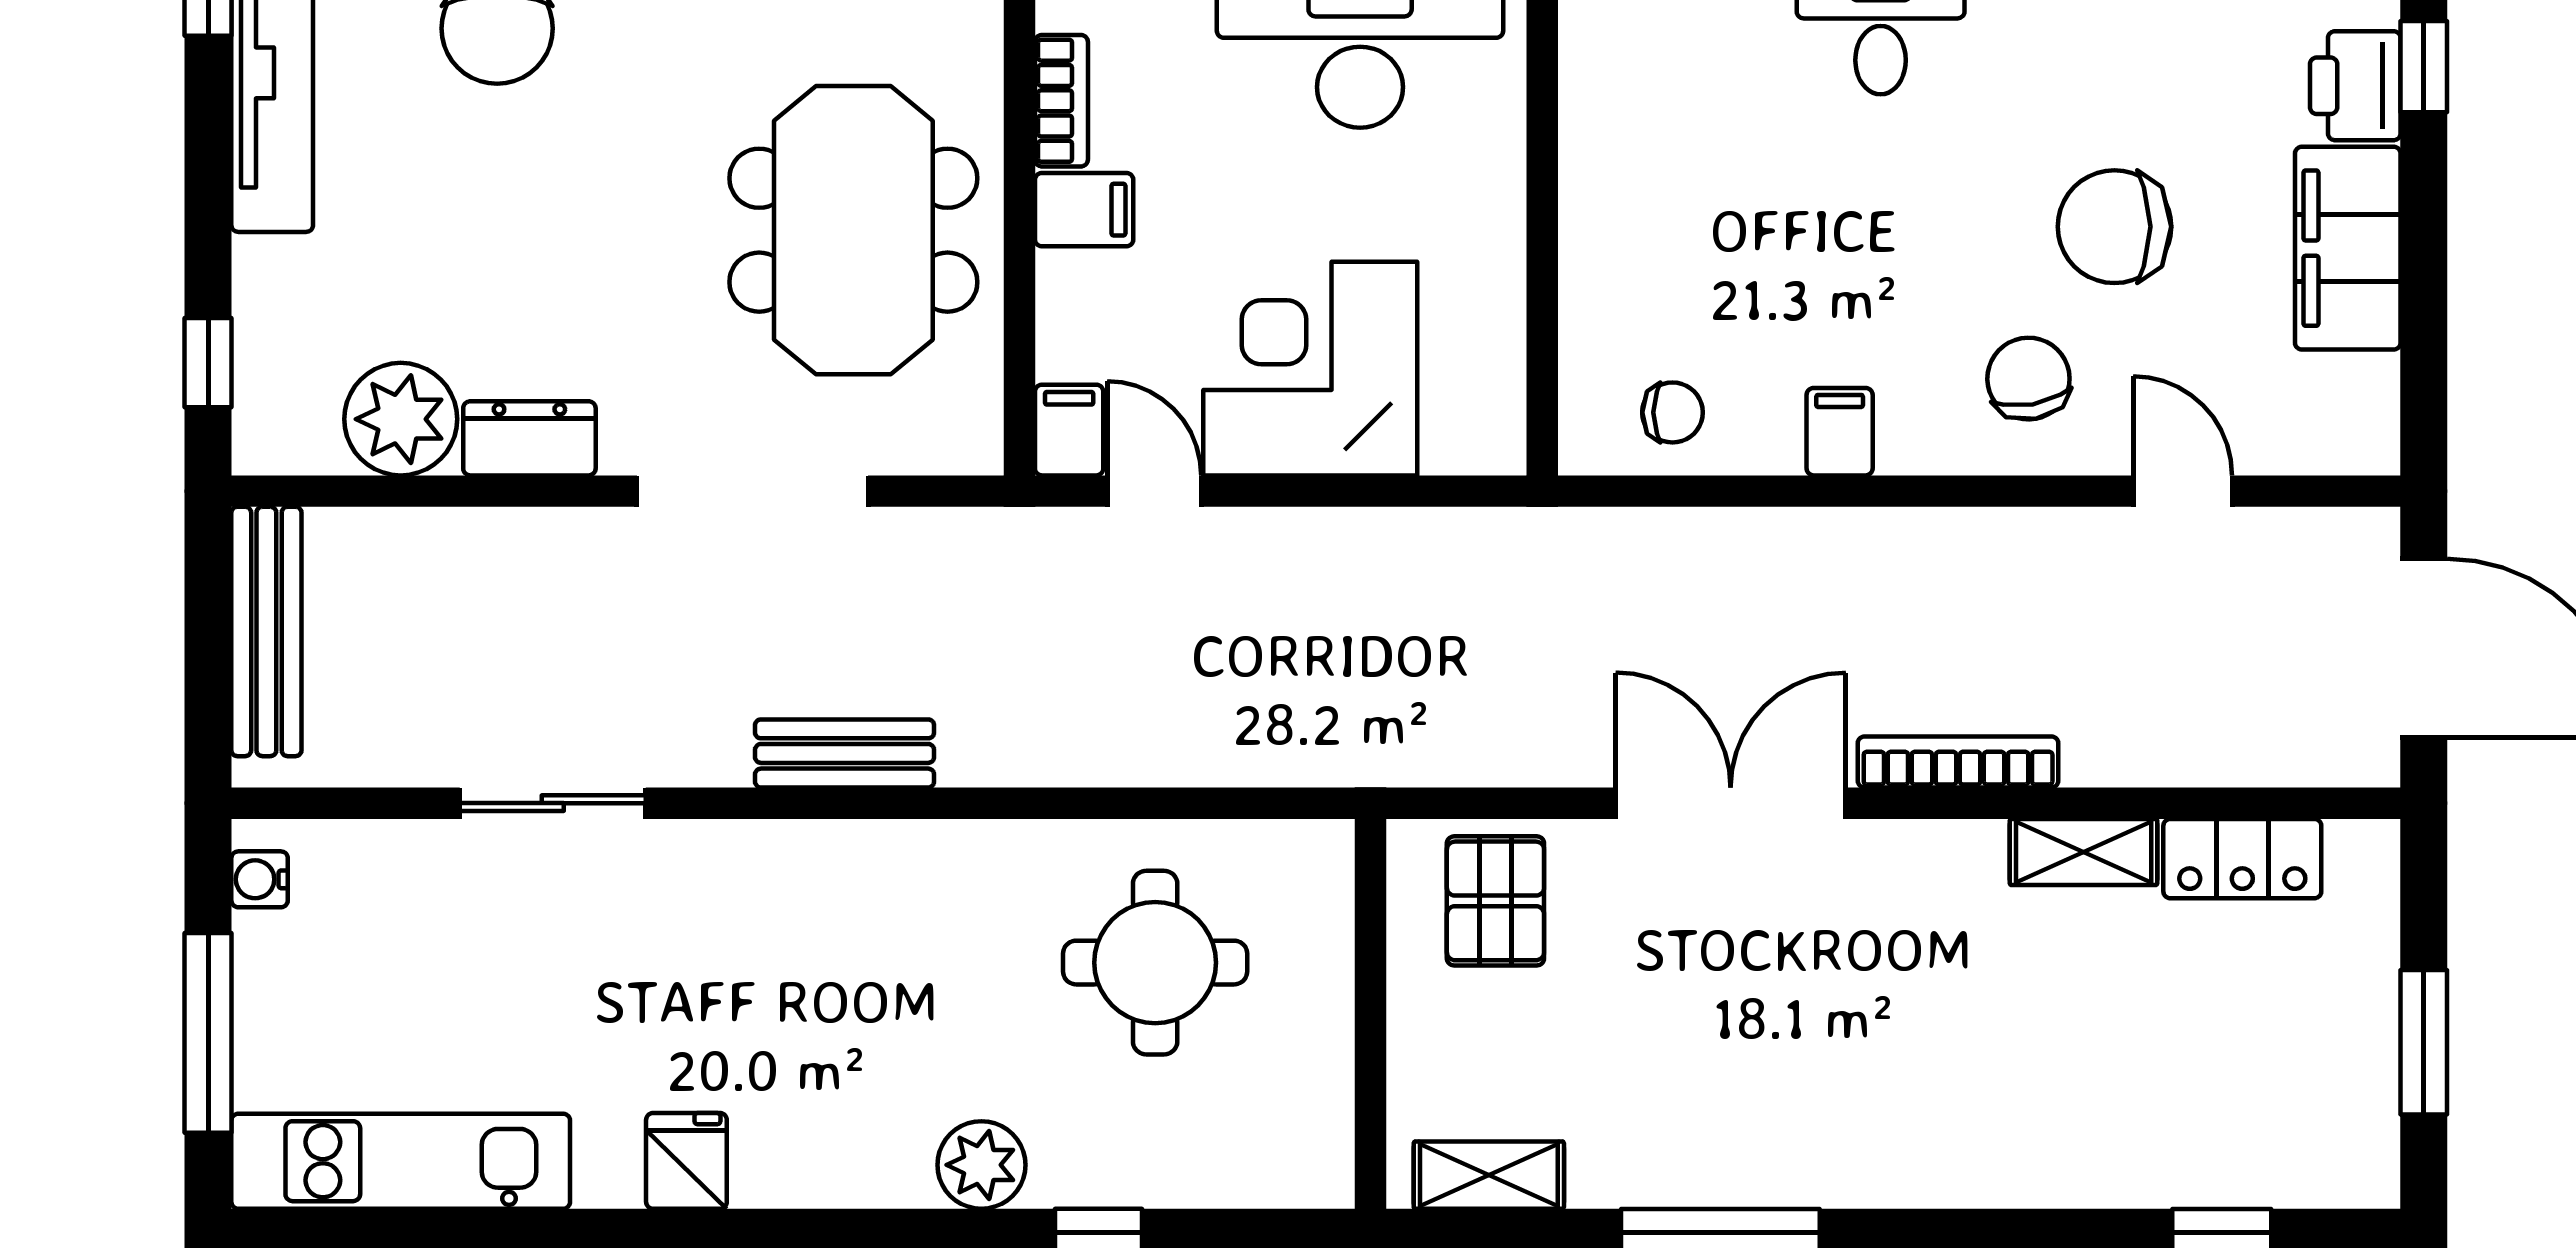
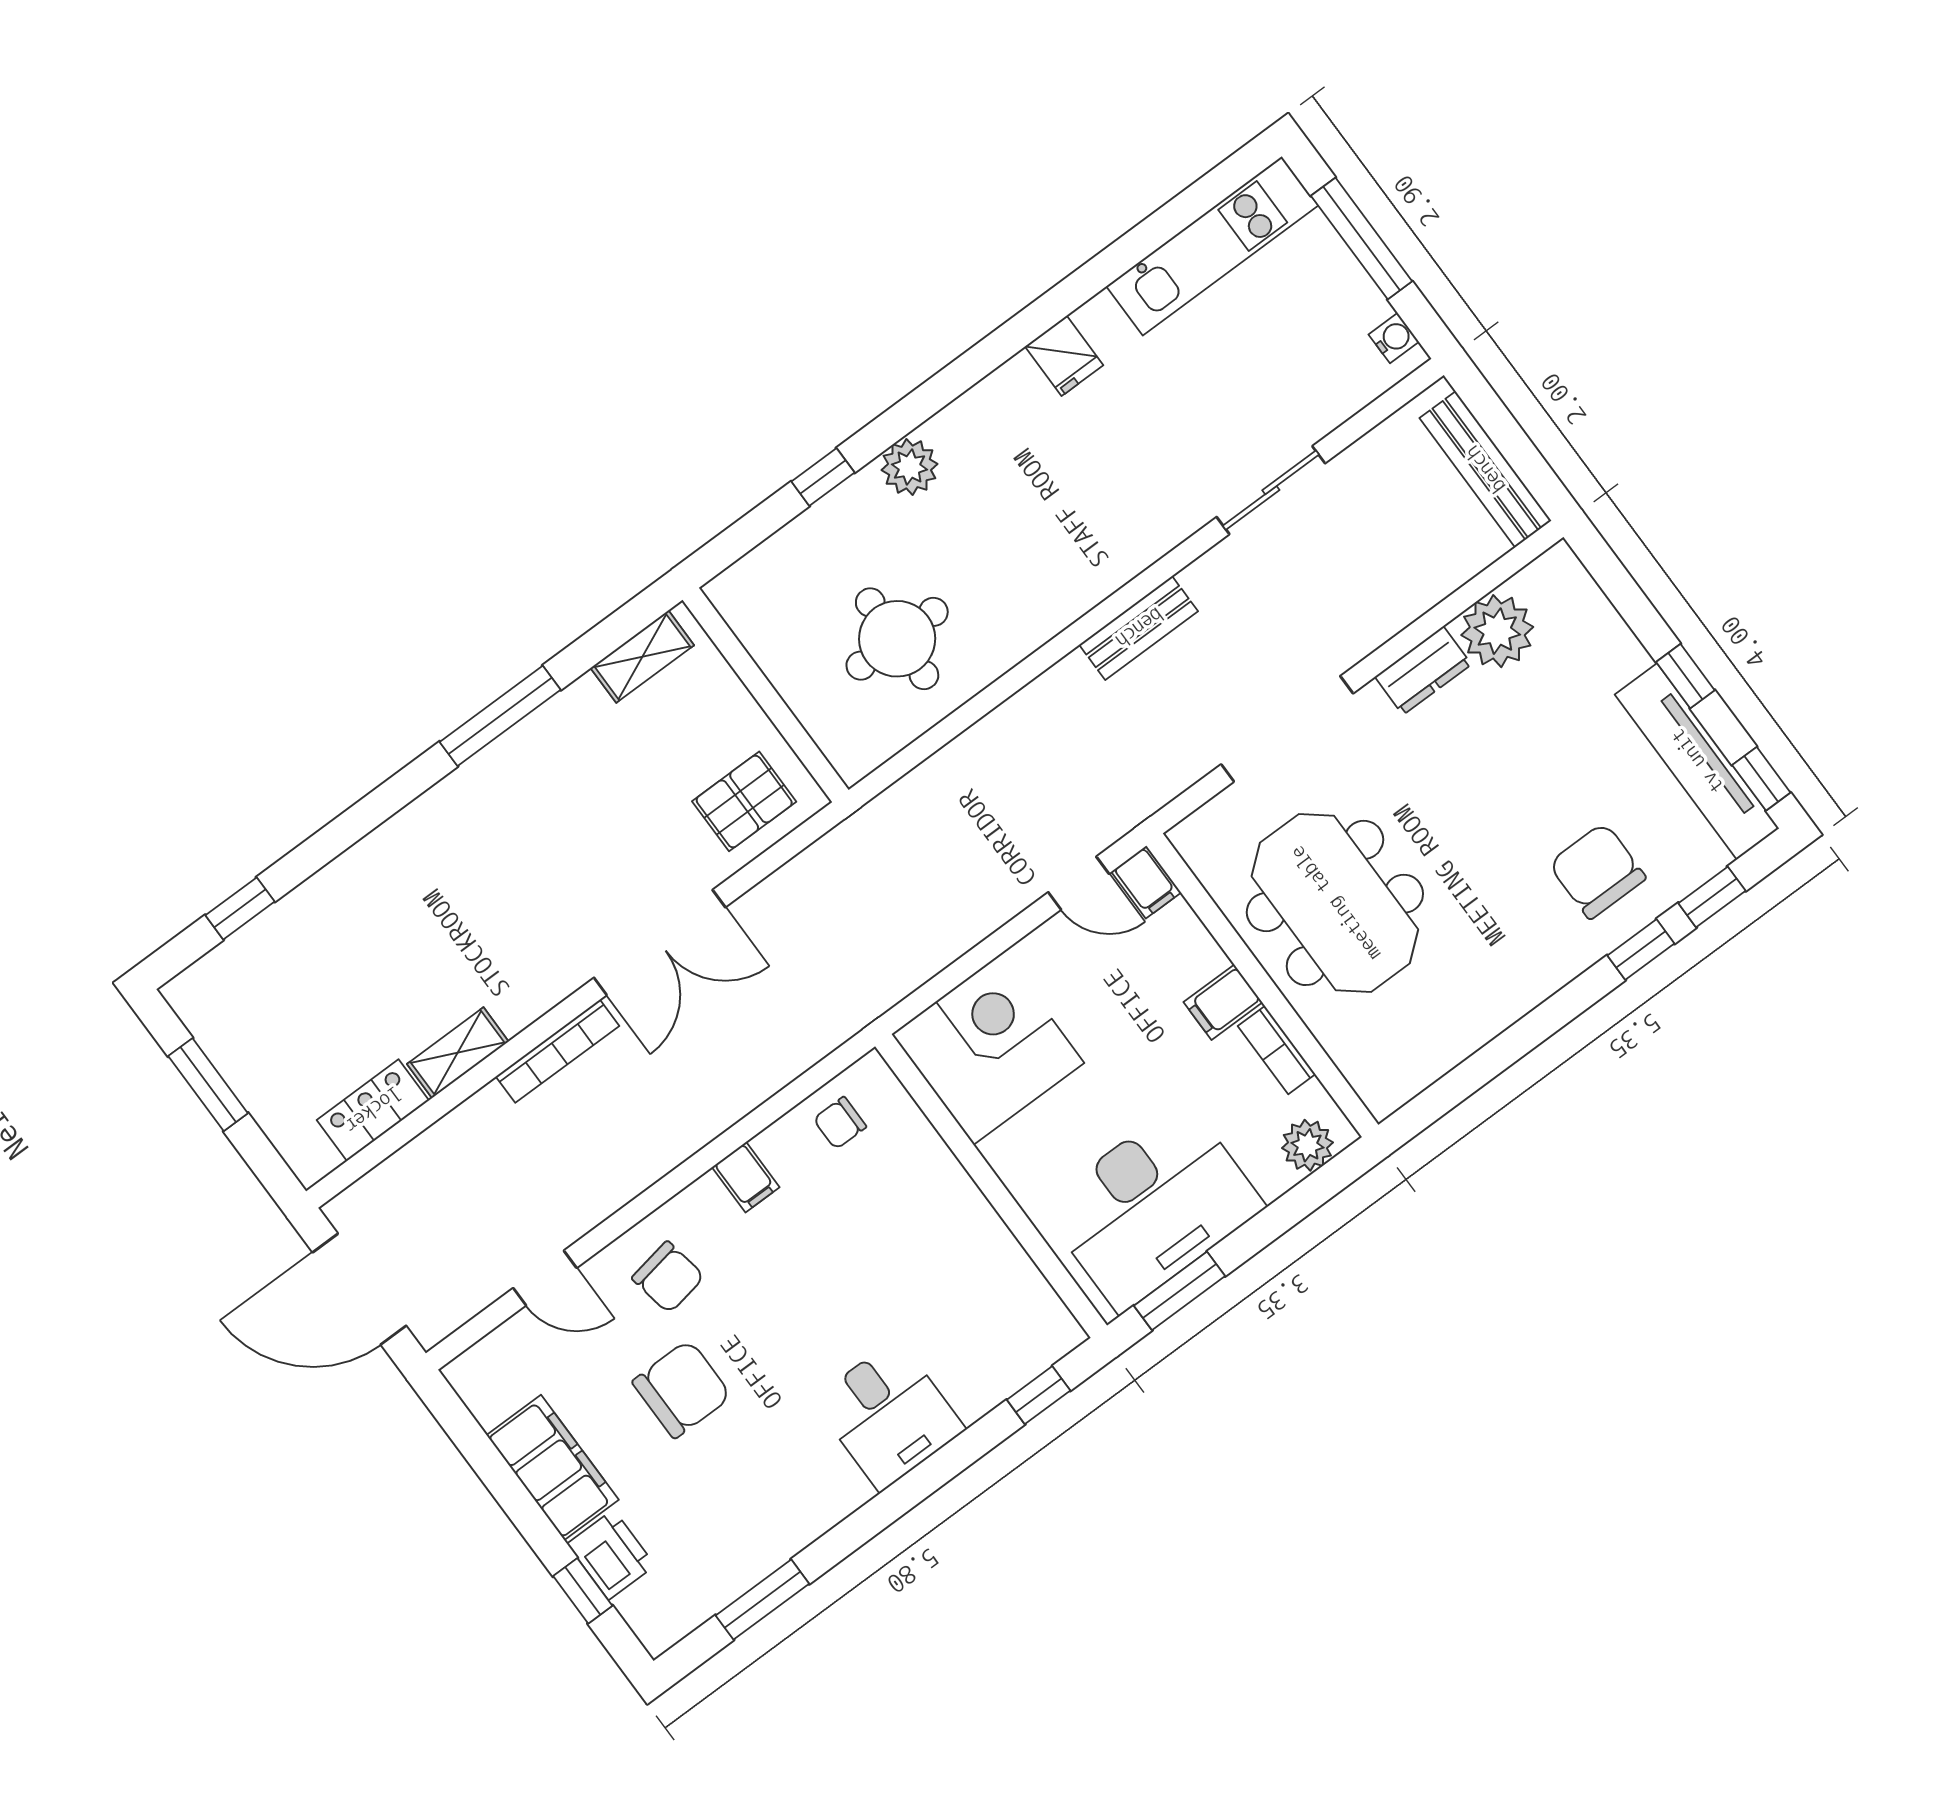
window: (208, 363) -> (1685, 676), moved
corner desk: (1310, 369) -> (988, 1049), moved, turned -90
pallet: (1495, 901) -> (744, 801), turned 90

